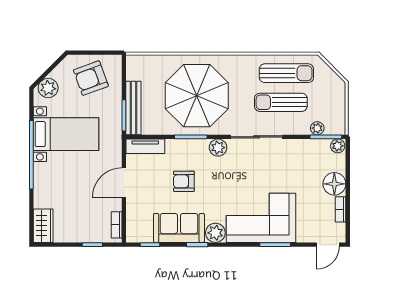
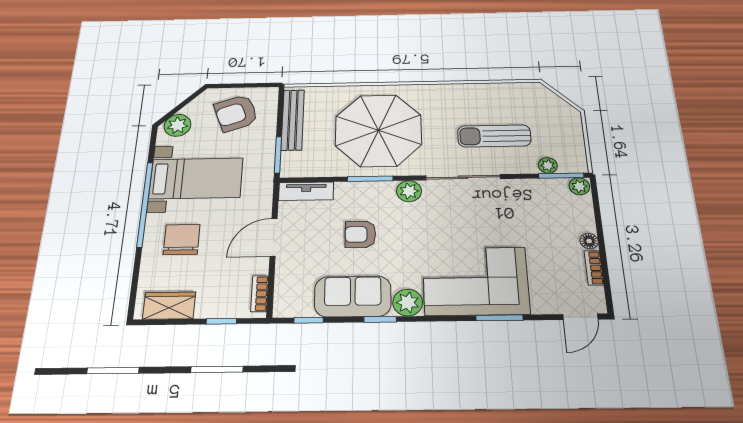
sun lounger: (286, 73) -> (499, 103), removed
bench: (133, 108) -> (293, 120), moved
chair: (60, 183) -> (182, 239), added
floor lamp: (334, 184) -> (589, 241), width x0.53, depth x0.53
wardrobe: (43, 226) -> (169, 306), moved, turned -90

